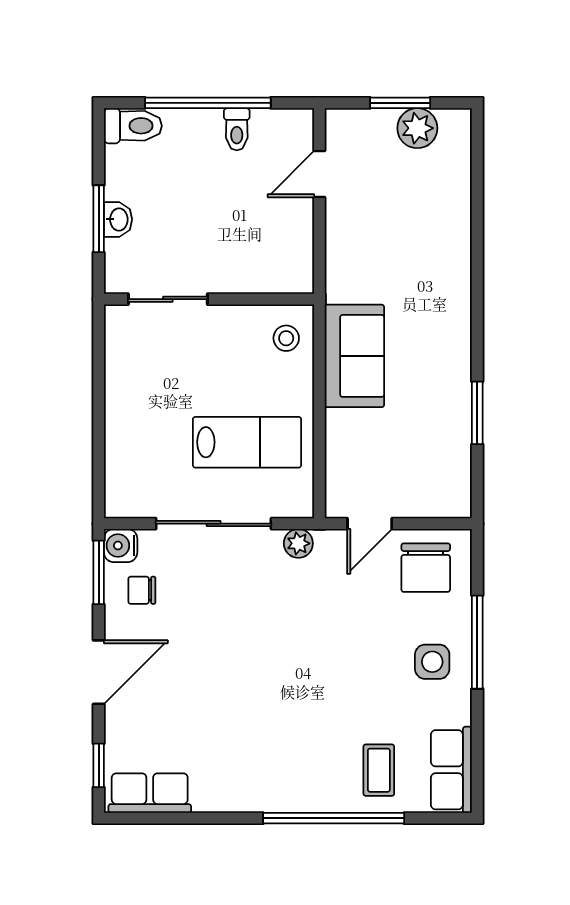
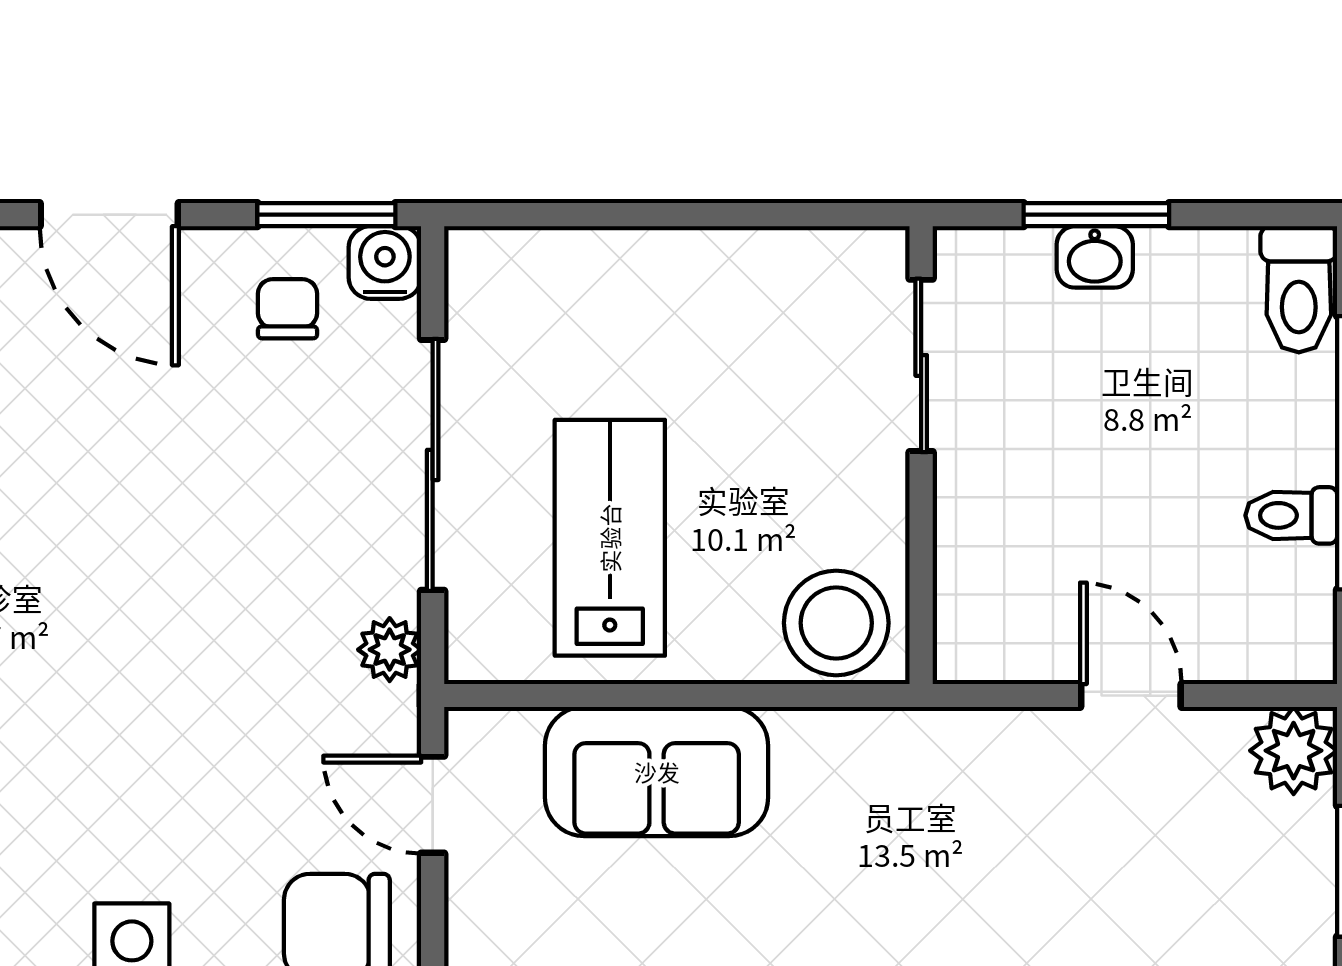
plant: (417, 128) -> (1294, 751), moved
door: (319, 174) -> (1131, 696), moved
stool: (286, 338) -> (836, 623), width x1.89, depth x1.89
sofa: (354, 356) -> (657, 772), moved
lab bench: (247, 442) -> (610, 538), turned 180

